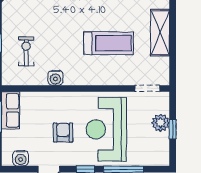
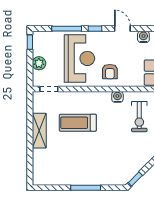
exercise bike: (26, 51) -> (139, 117), width x1.38, depth x1.39
window: (173, 129) -> (30, 42), moved
armchair: (63, 133) -> (110, 72), moved

